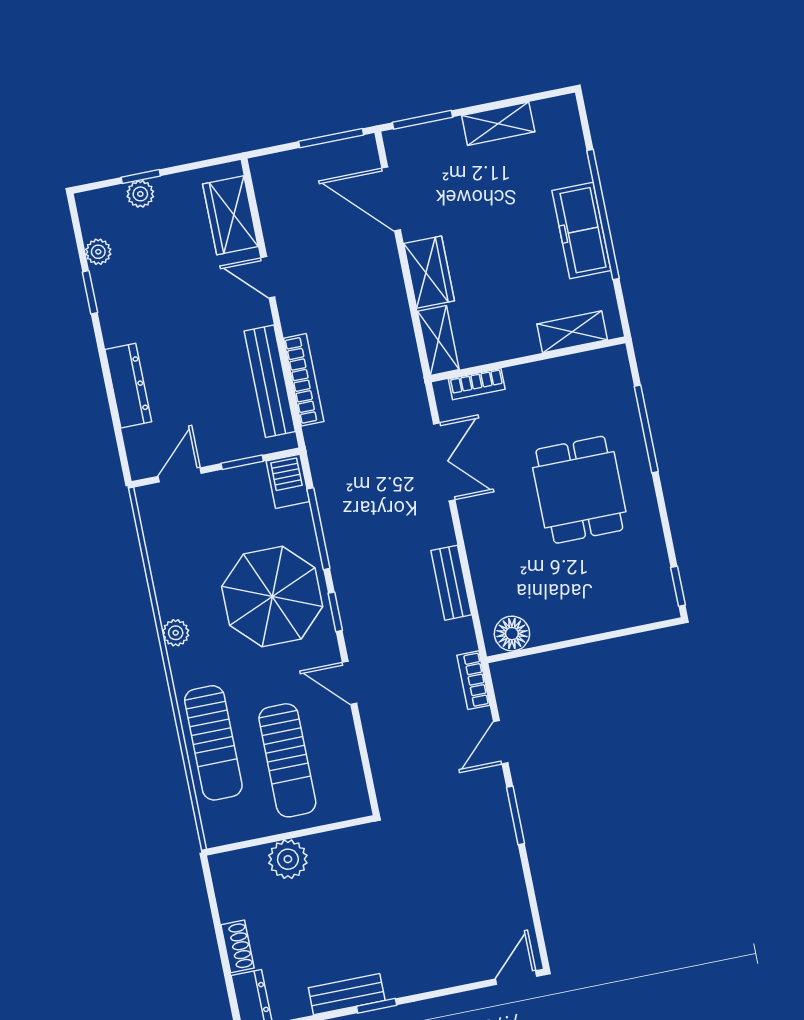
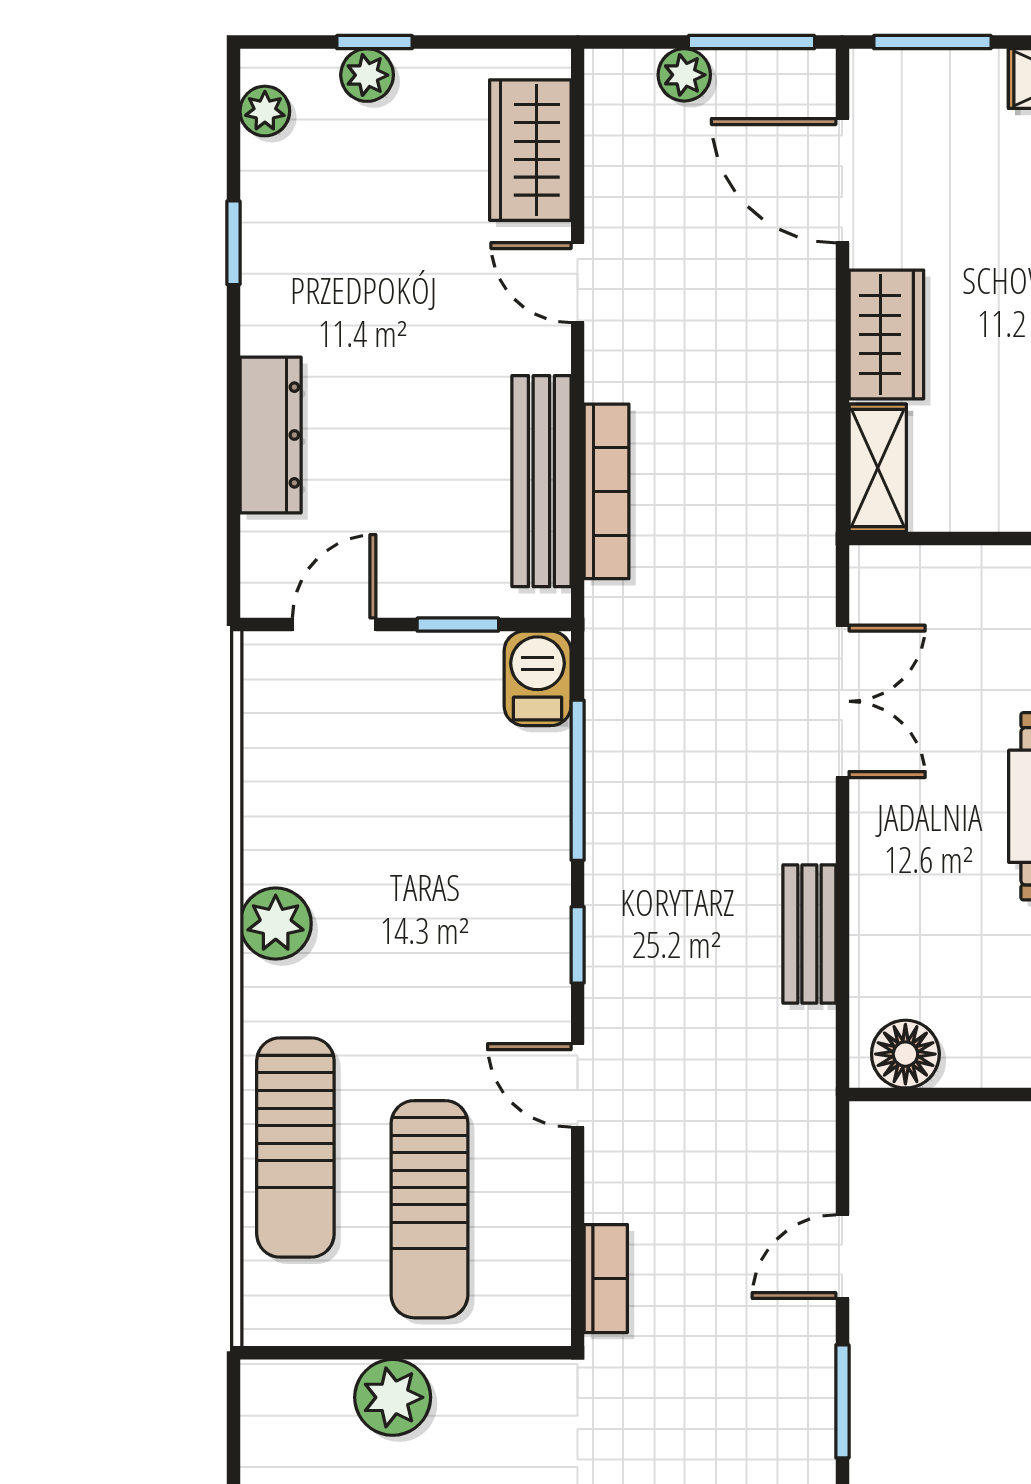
plant: (301, 162) -> (684, 75), added
plant: (98, 252) -> (265, 111), moved
bookcase: (477, 384) -> (934, 566), removed
parasol: (272, 596) -> (464, 892), removed
plant: (176, 633) -> (276, 924), width x1.38, depth x1.38
bookcase: (473, 680) -> (606, 1279), moved, turned 180

